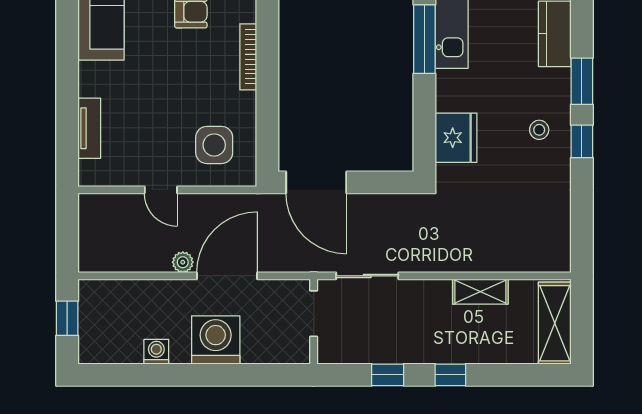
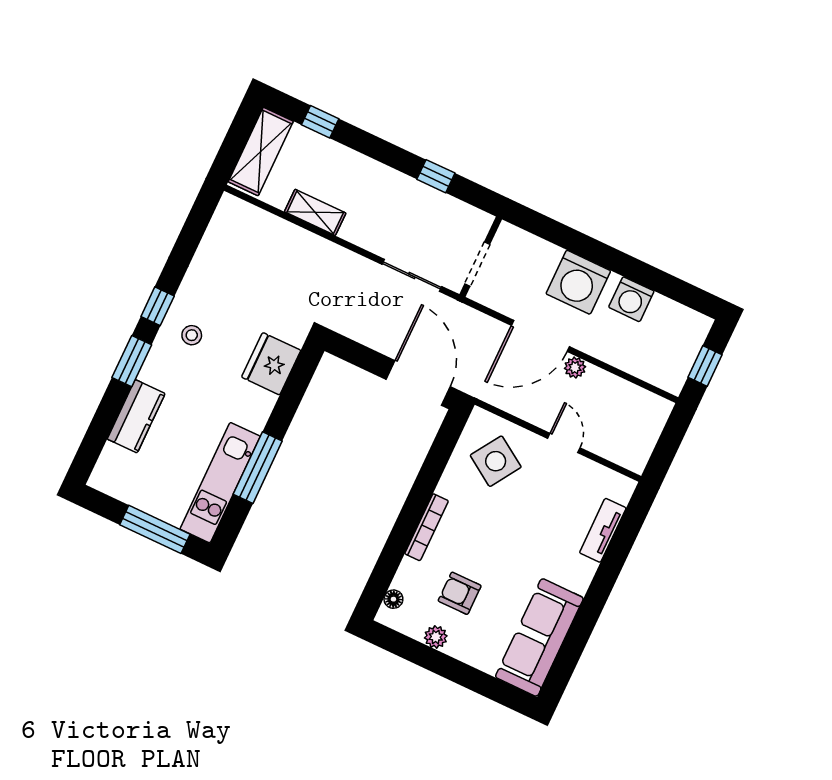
side table: (214, 145) -> (496, 461), turned 33
washing machine: (156, 352) -> (631, 299), width x1.38, depth x1.38
window: (450, 375) -> (320, 122), moved

